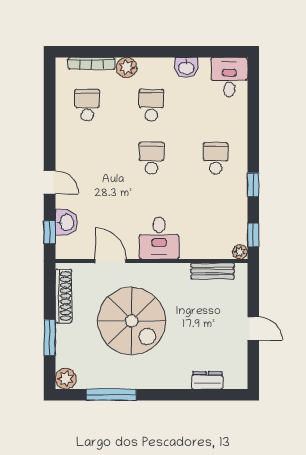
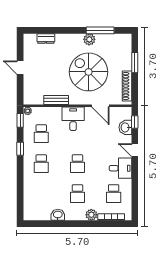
desk: (229, 77) -> (121, 168), moved, turned -90
school desk: (216, 211) -> (41, 134), added
bench: (213, 271) -> (56, 100), moved
plant: (66, 379) -> (89, 39), moved

